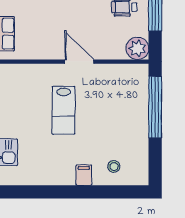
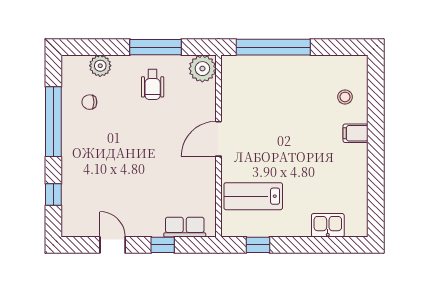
lab bench: (64, 110) -> (253, 196), moved, turned 180

